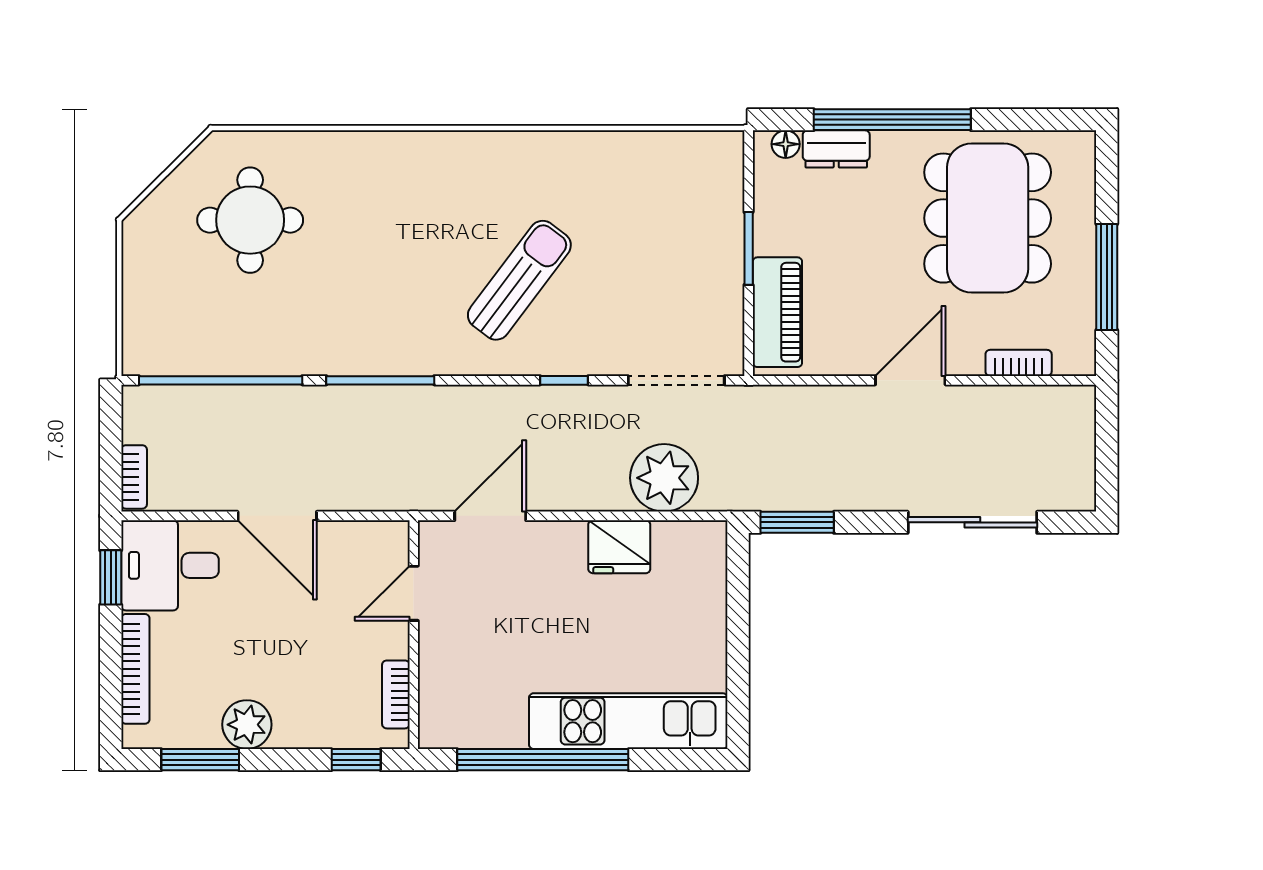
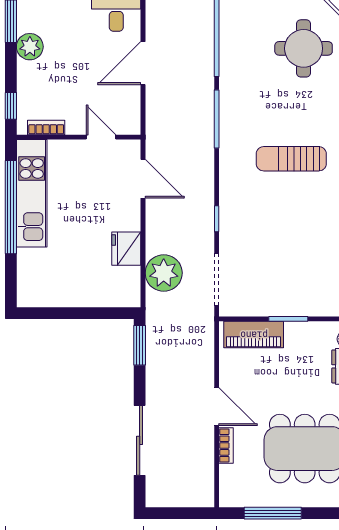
sun lounger: (519, 280) -> (291, 159), moved, turned 143
bookcase: (1019, 363) -> (226, 446), moved
kitchen unit: (628, 721) -> (32, 193), moved

